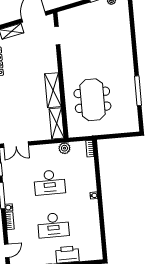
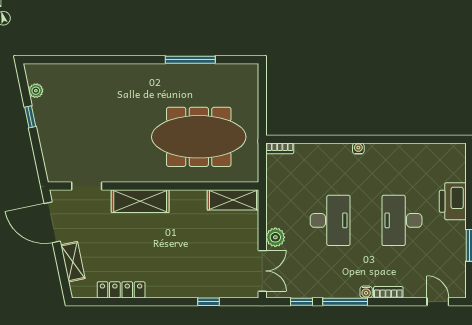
shelving: (53, 90) -> (140, 201), moved
meeting table: (92, 100) -> (199, 137), width x1.36
plant: (64, 148) -> (275, 237), moved
desk: (53, 225) -> (402, 220), turned 180

